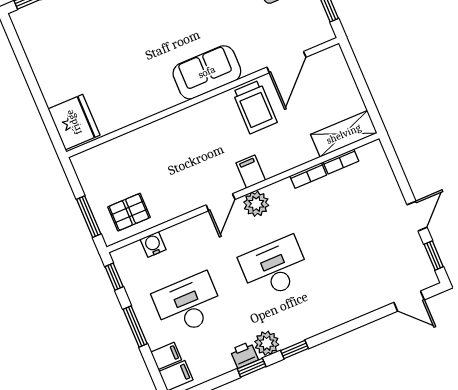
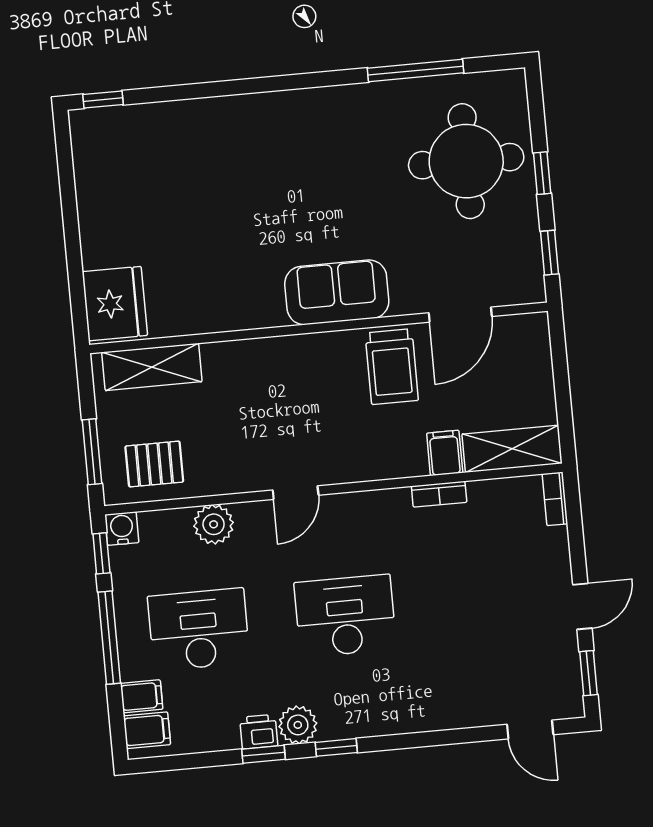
shelving: (109, 153) -> (152, 367), added
bookcase: (341, 161) -> (555, 499), moved, turned 90
filing cabinet: (251, 172) -> (445, 453), moved
plant: (256, 204) -> (214, 524), moved
water cooler: (153, 244) -> (122, 529), moved
window: (135, 326) -> (109, 638), width x1.44

